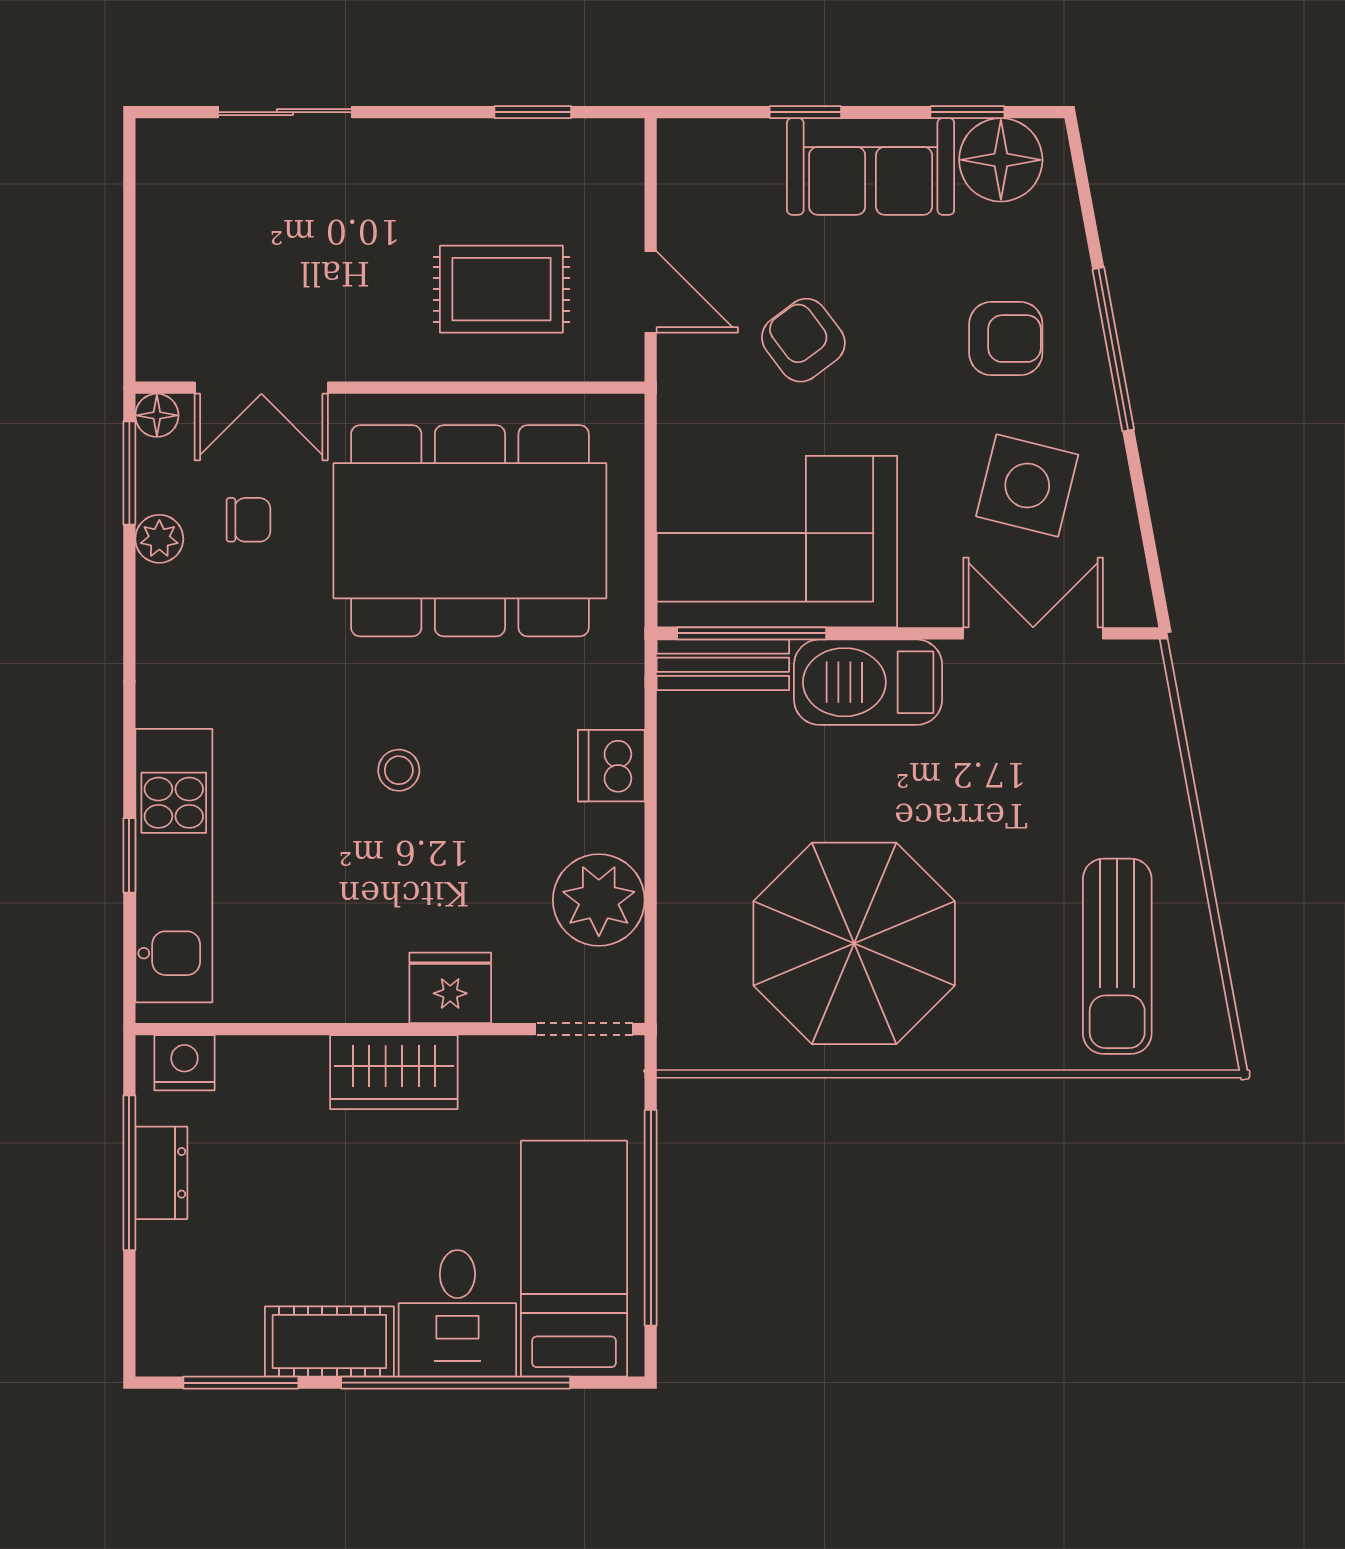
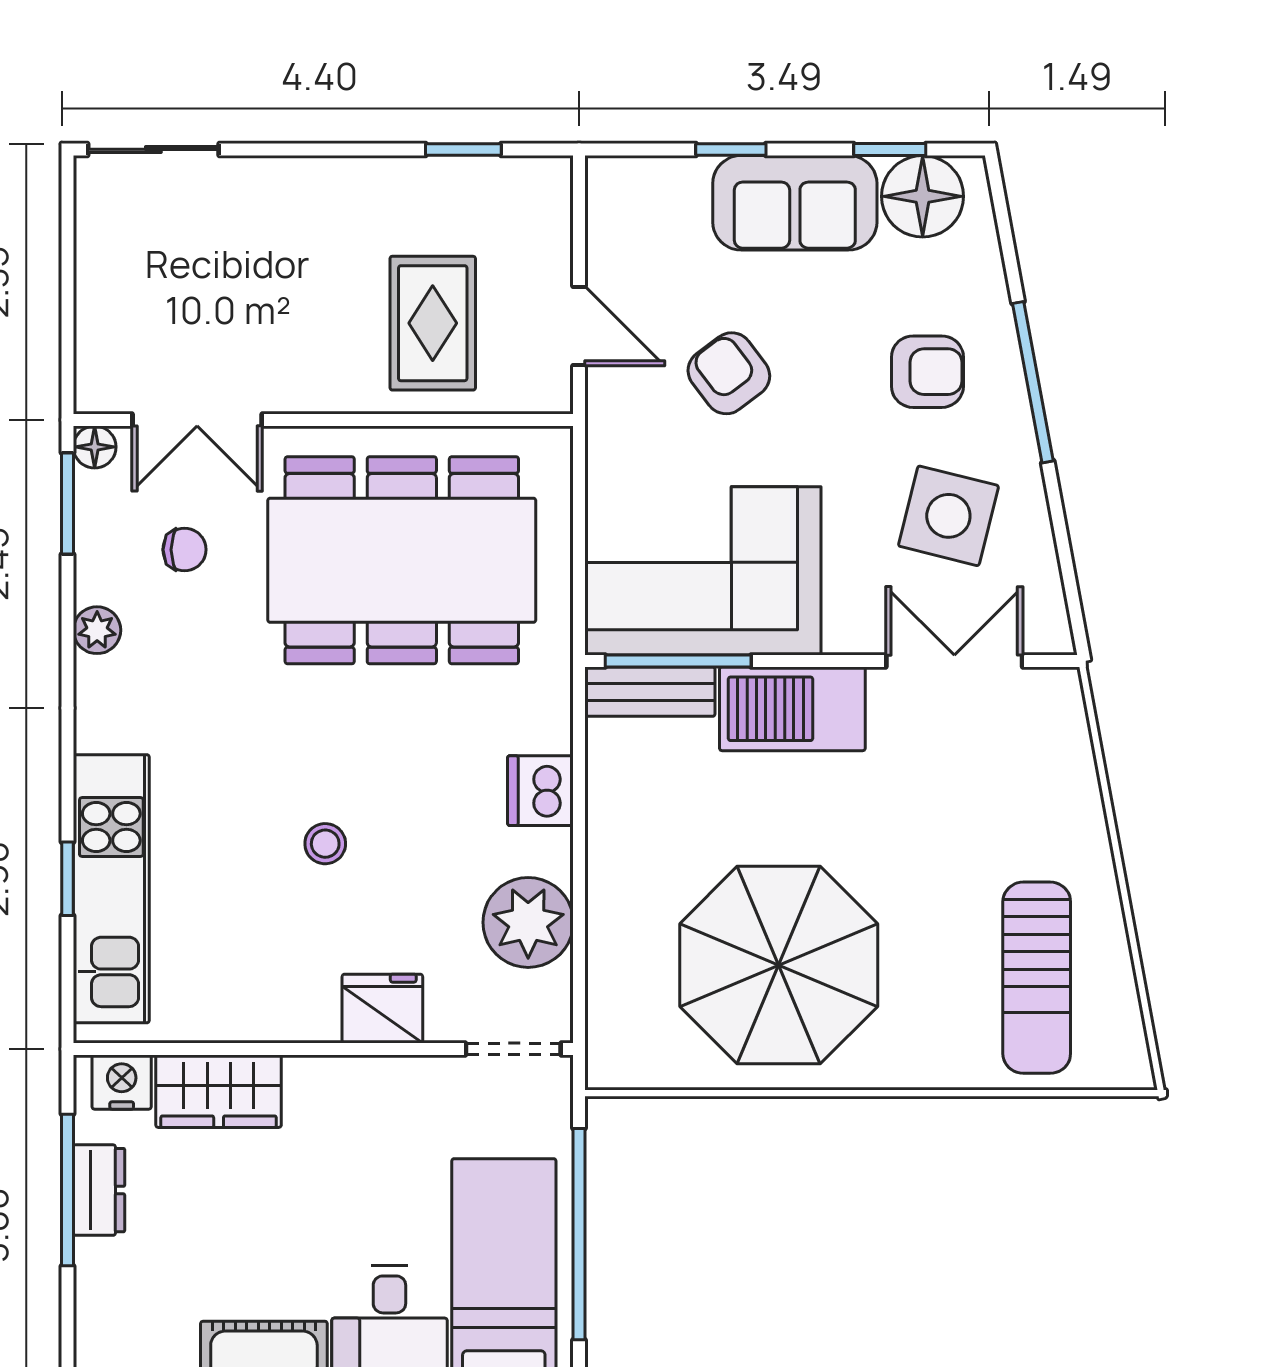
sliding door: (285, 112) -> (153, 149), moved
rug: (501, 289) -> (433, 323), turned 90
plant: (159, 539) -> (97, 630), moved
stool: (399, 770) -> (325, 844), moved
wardrobe: (394, 1072) -> (219, 1091), moved

